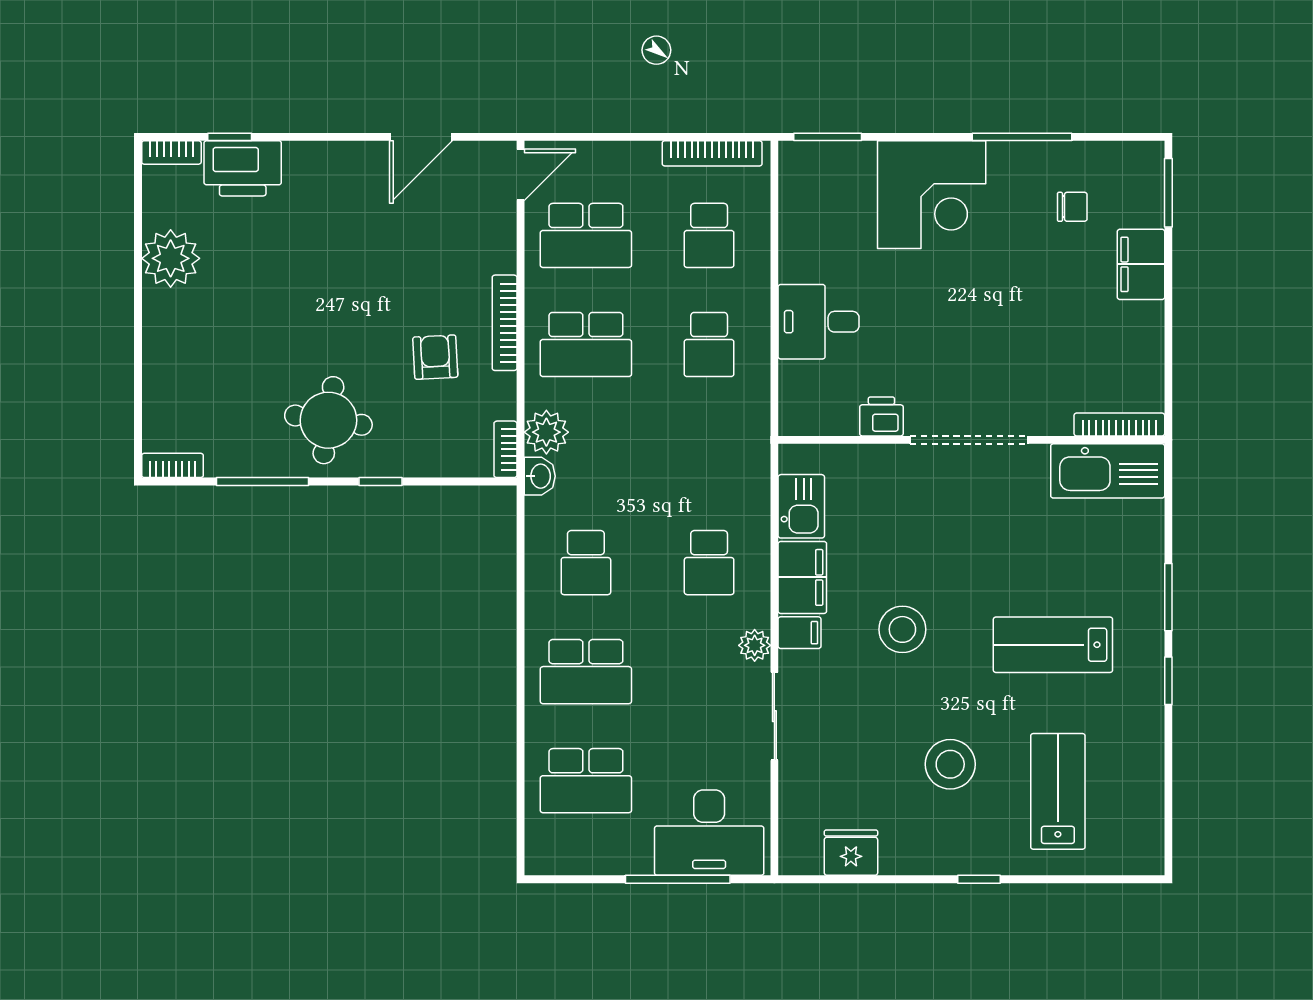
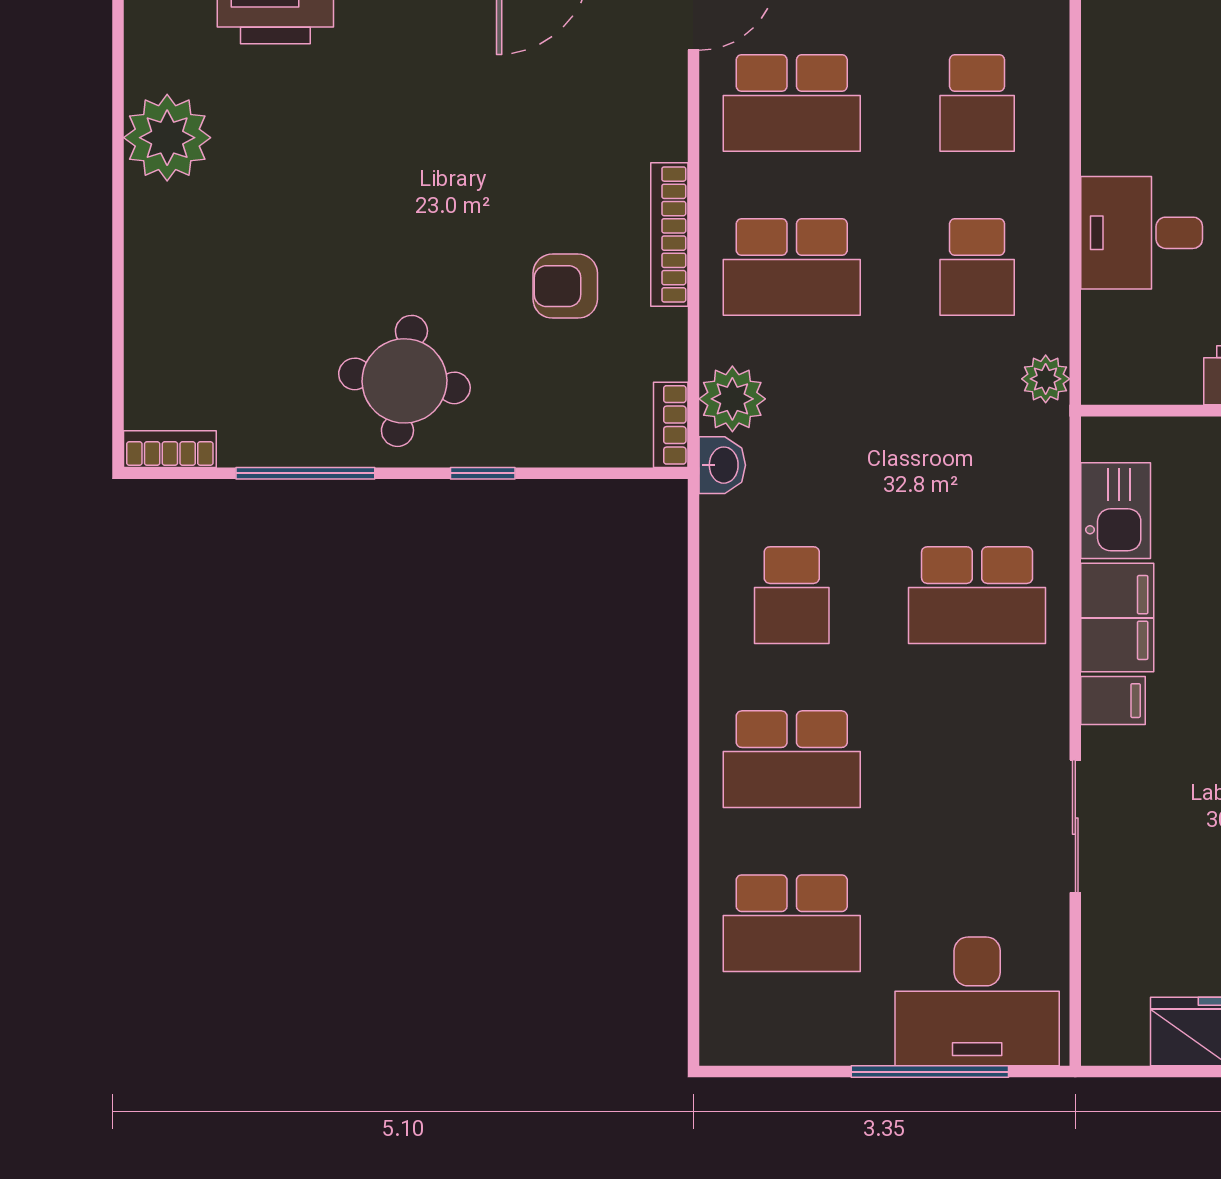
armchair: (435, 357) -> (565, 286), turned -87
school desk: (709, 563) -> (977, 595), width x1.85
plant: (755, 645) -> (1046, 379), moved

